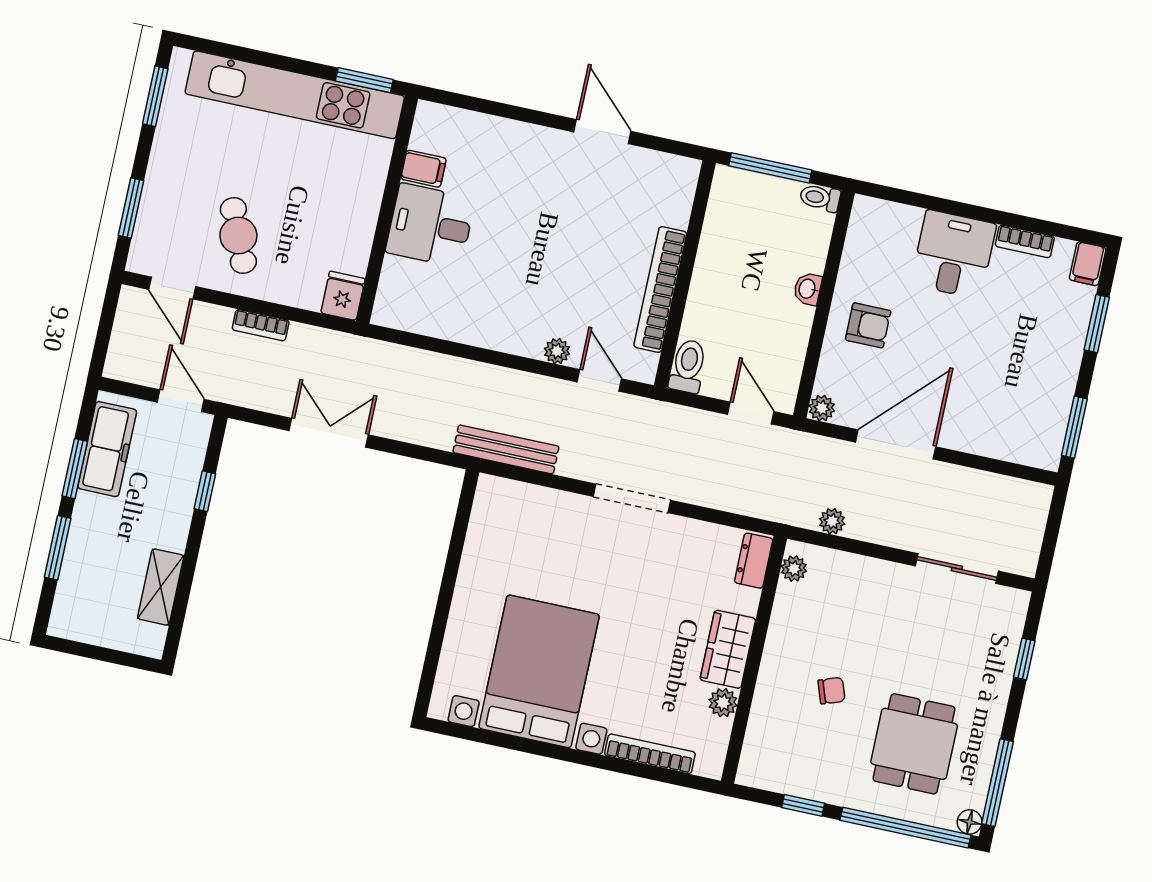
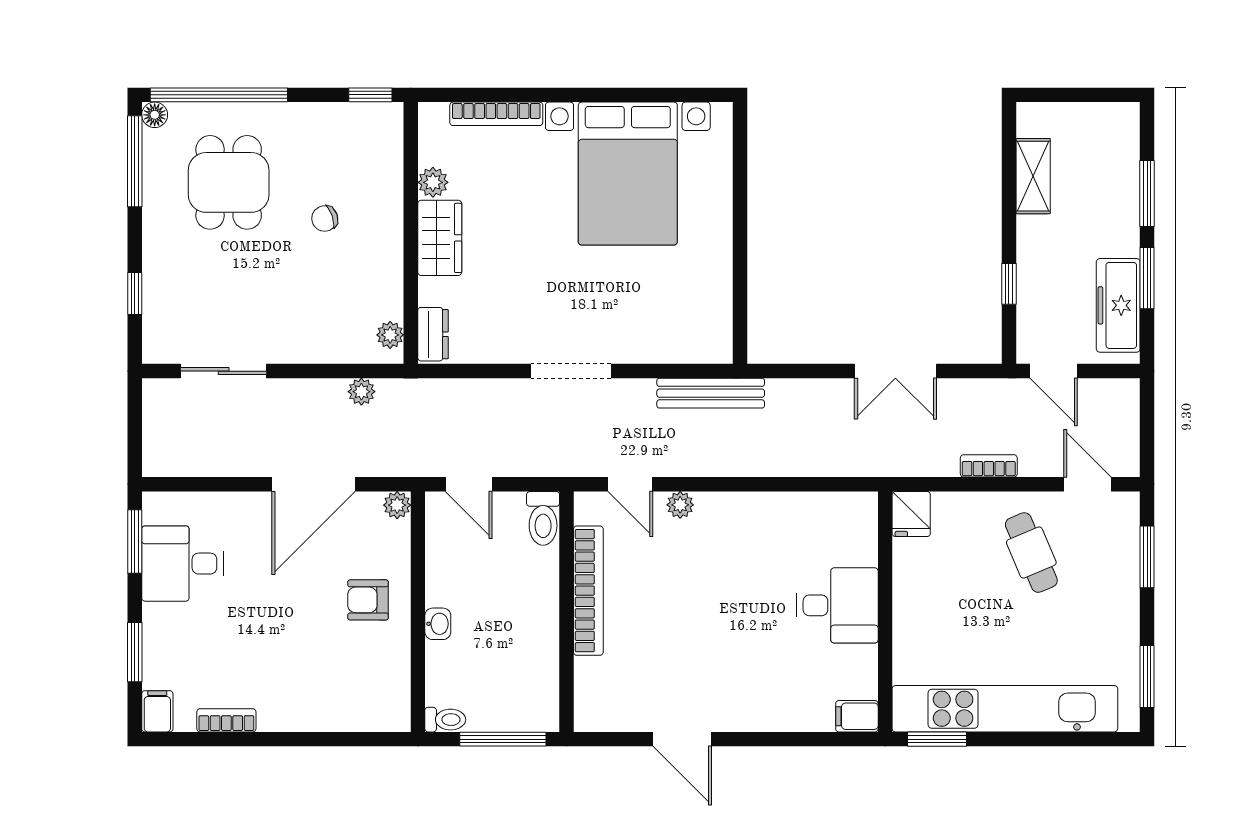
filing cabinet: (424, 169) -> (857, 716), moved
desk: (954, 254) -> (182, 564), moved, turned 90
window: (803, 805) -> (370, 95), moved

